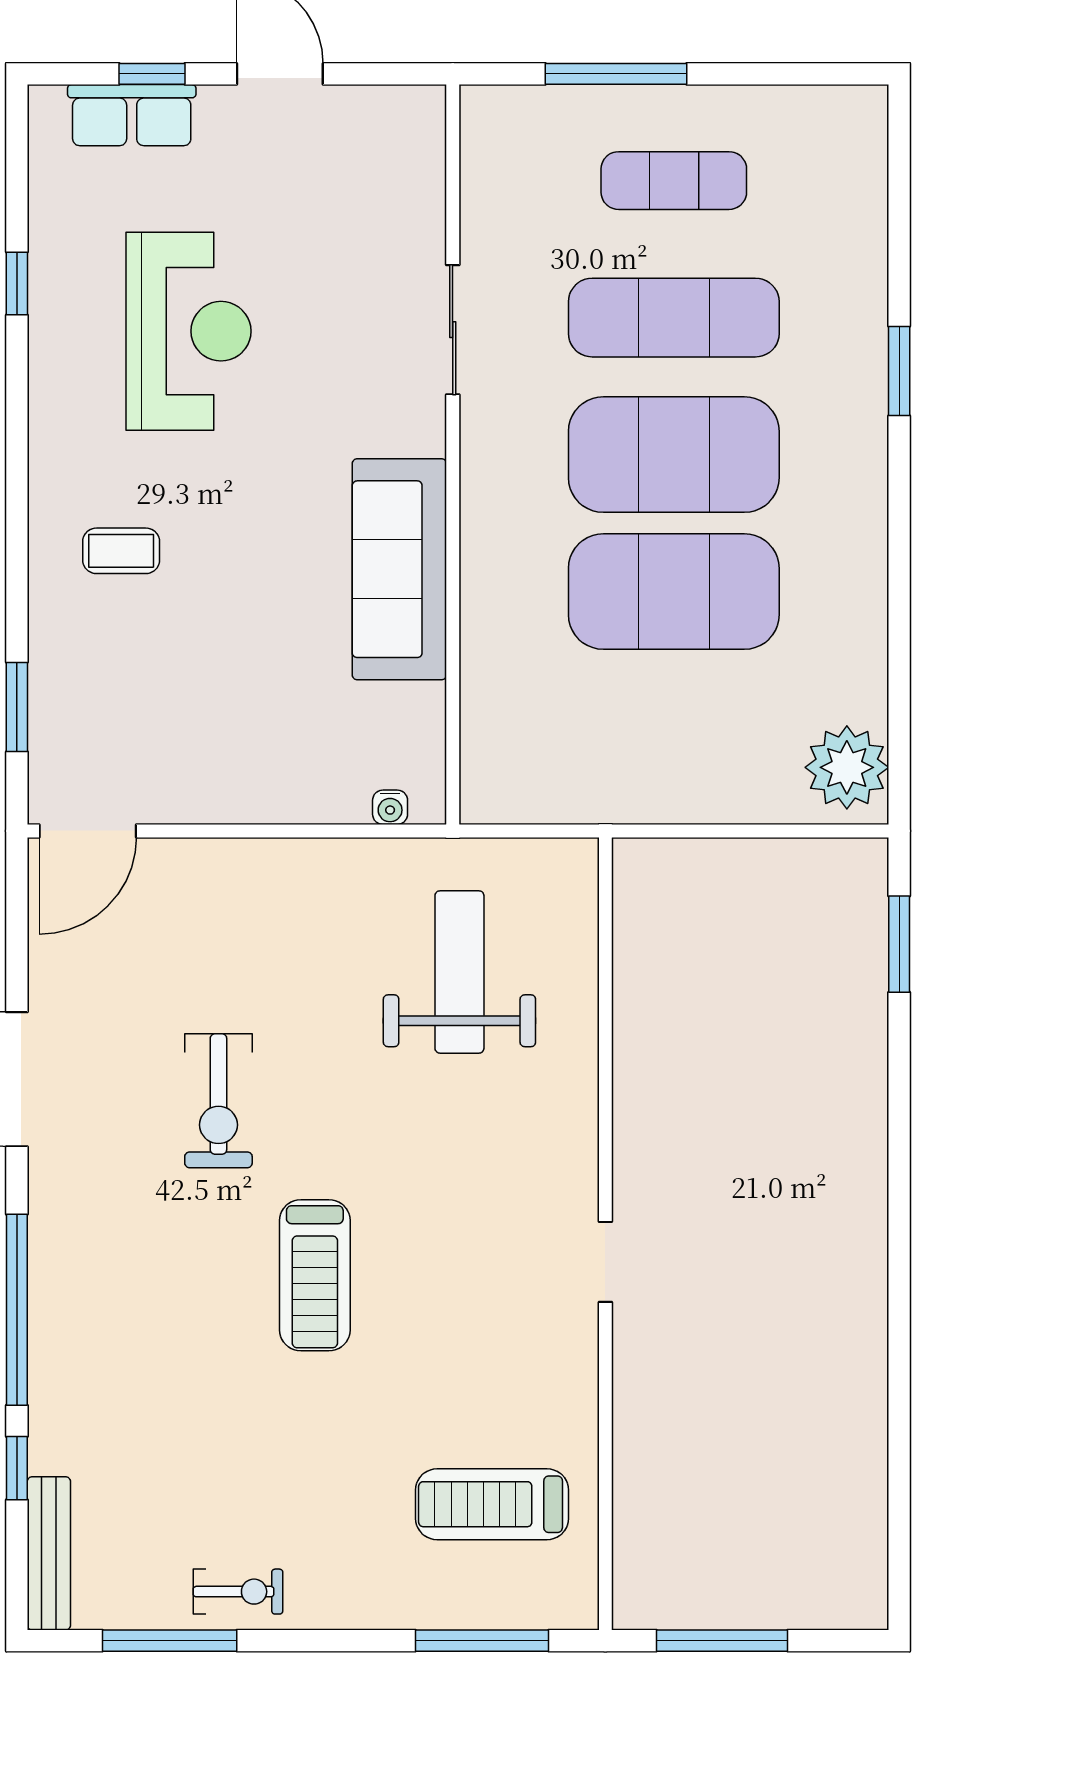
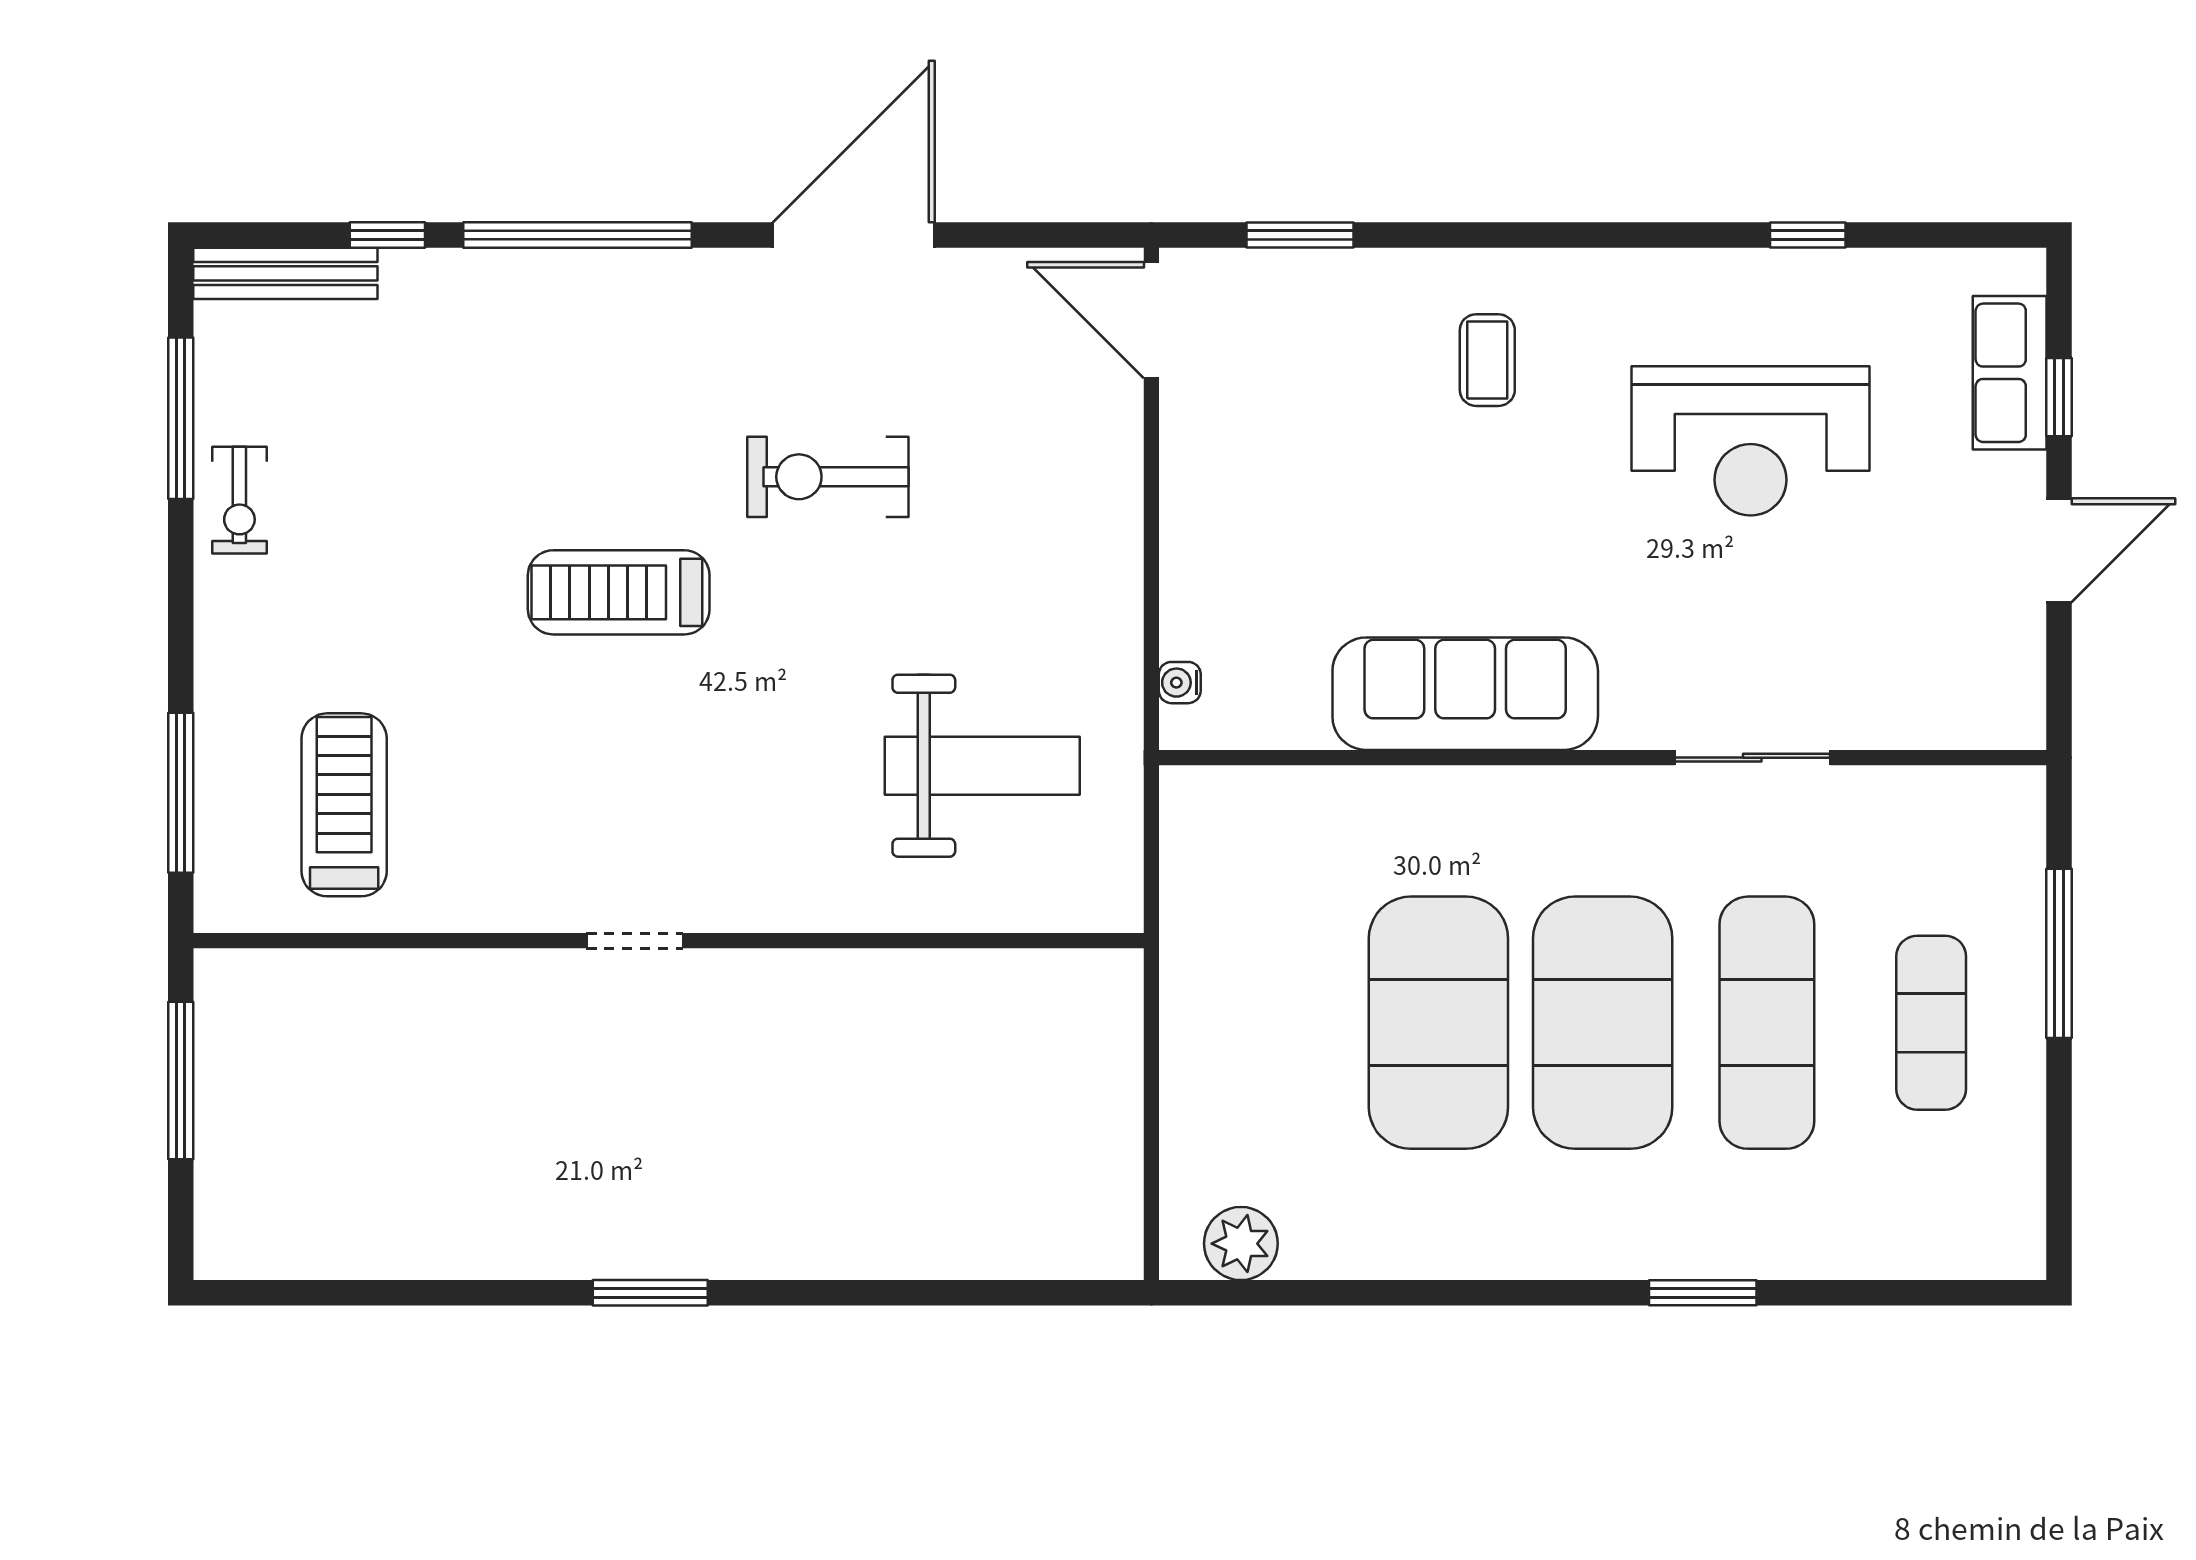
plant: (847, 767) -> (1241, 1244), width x0.73, depth x0.73
window: (899, 944) -> (650, 1293), moved

